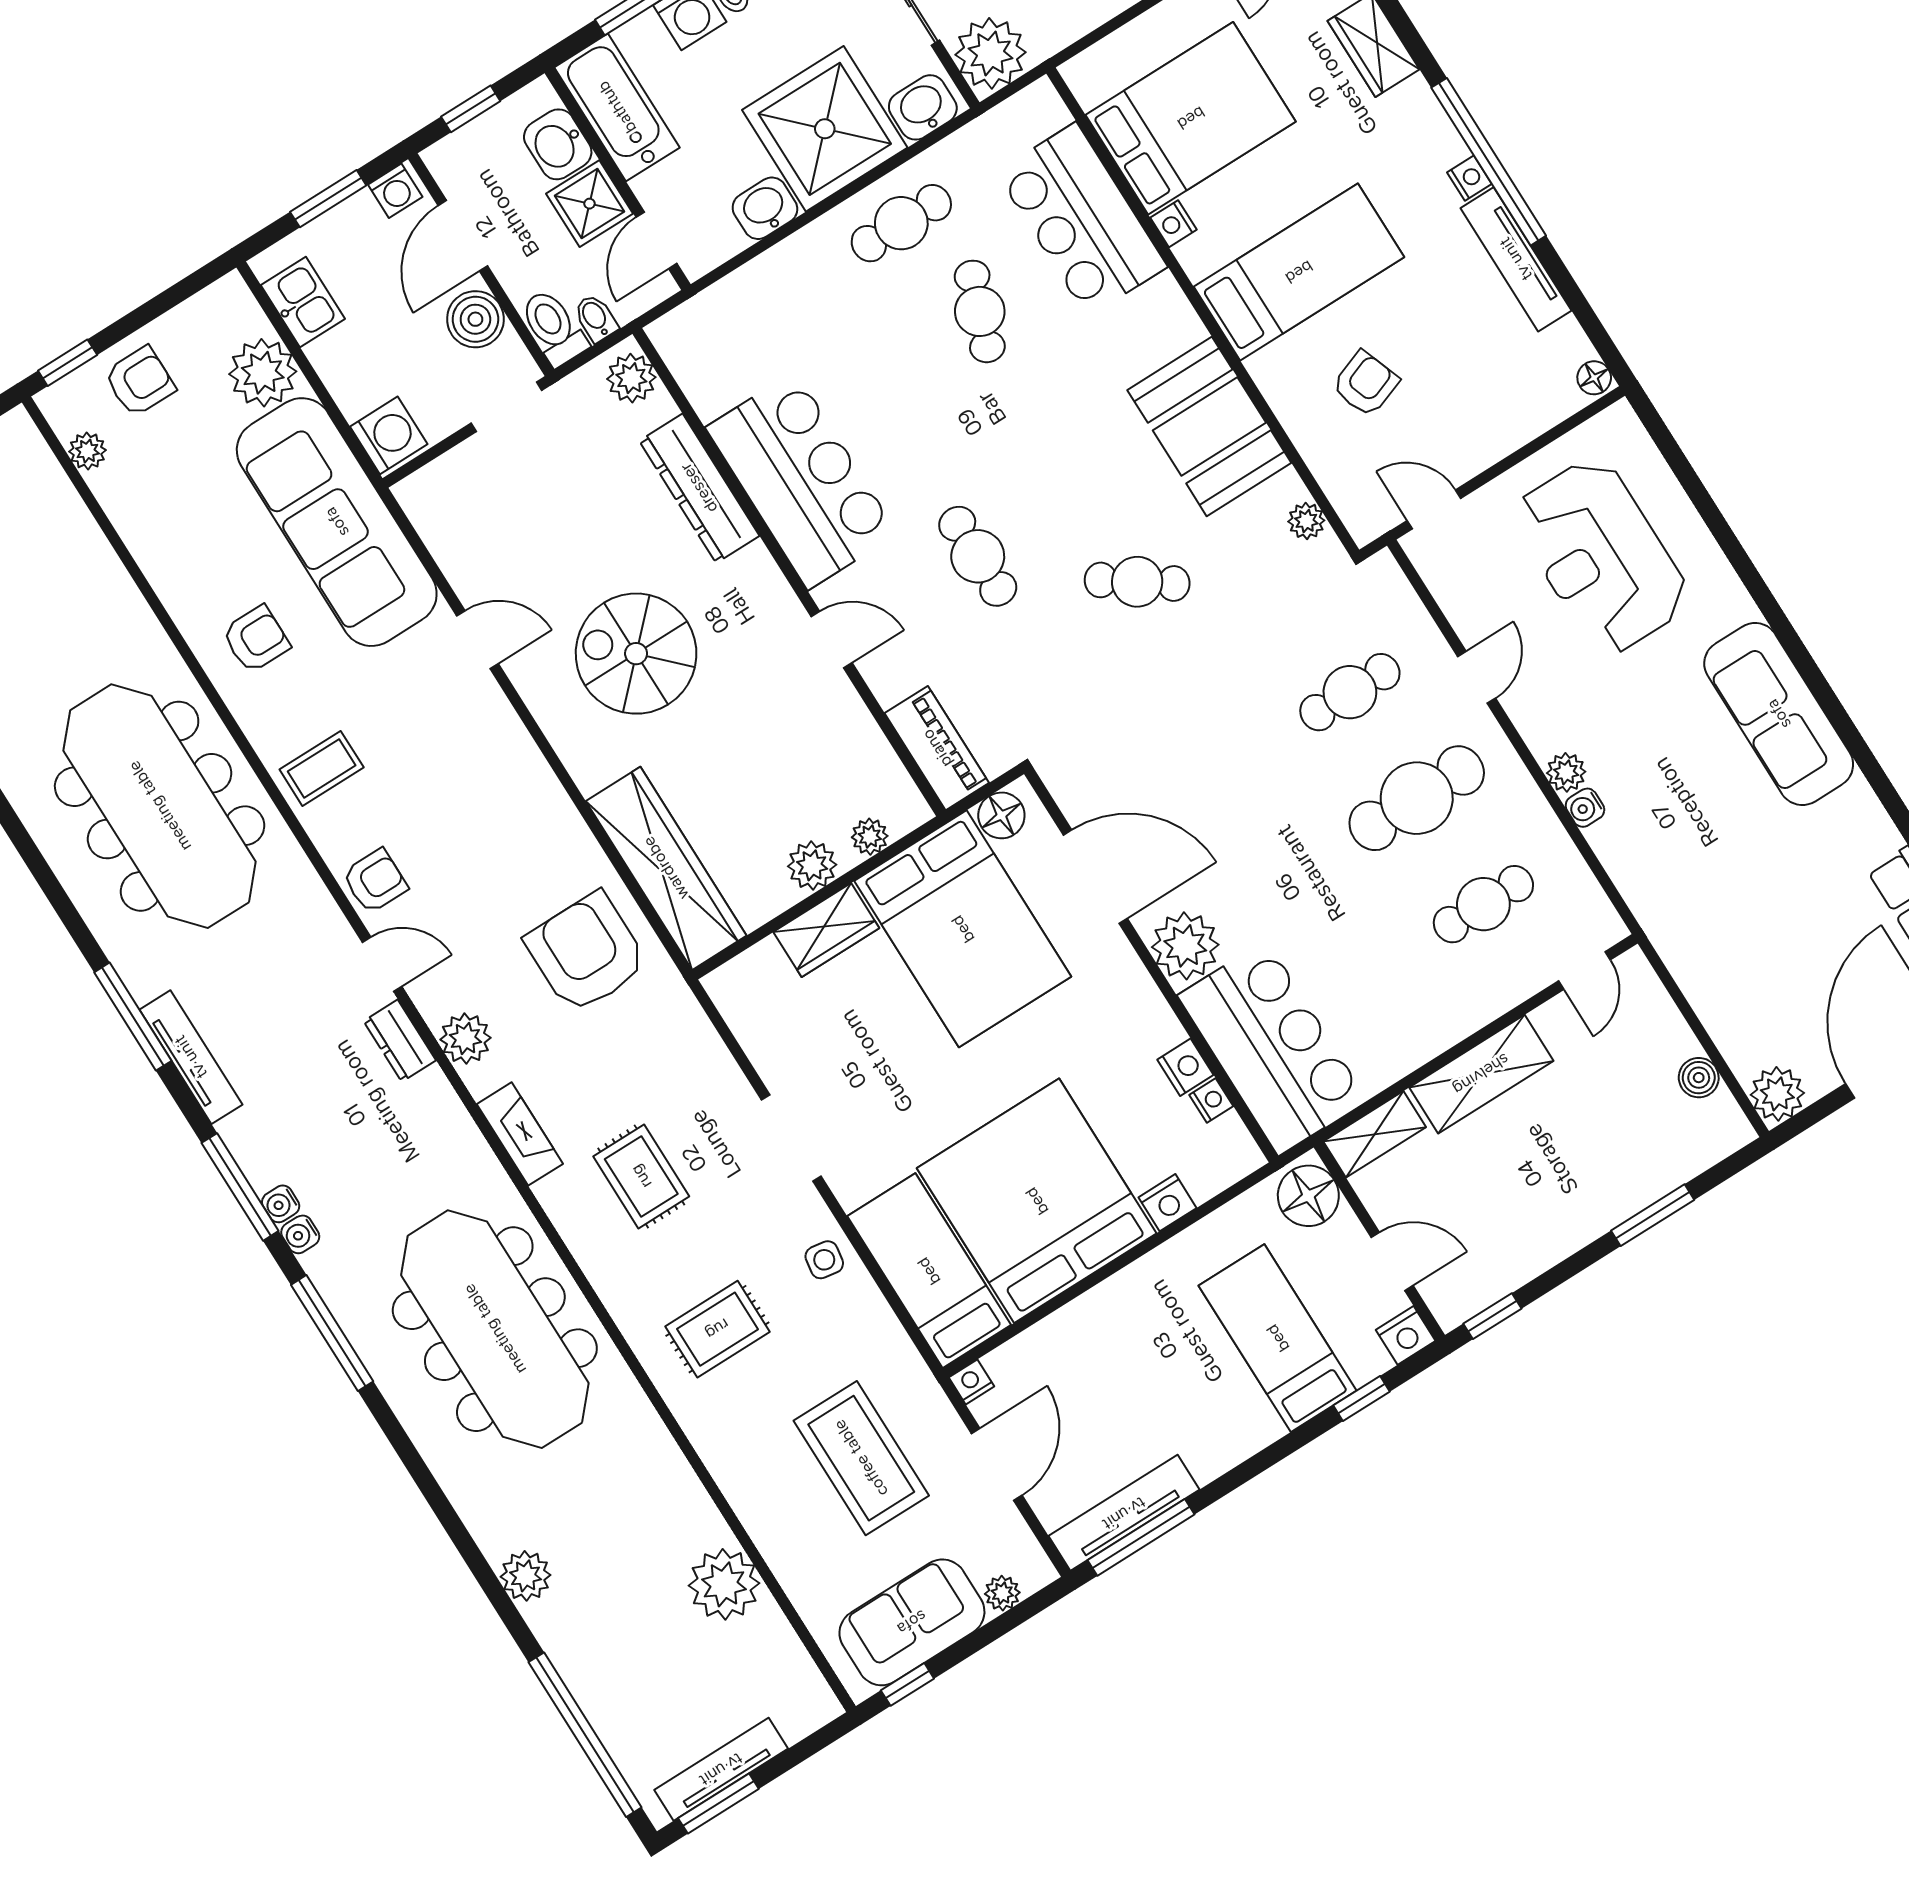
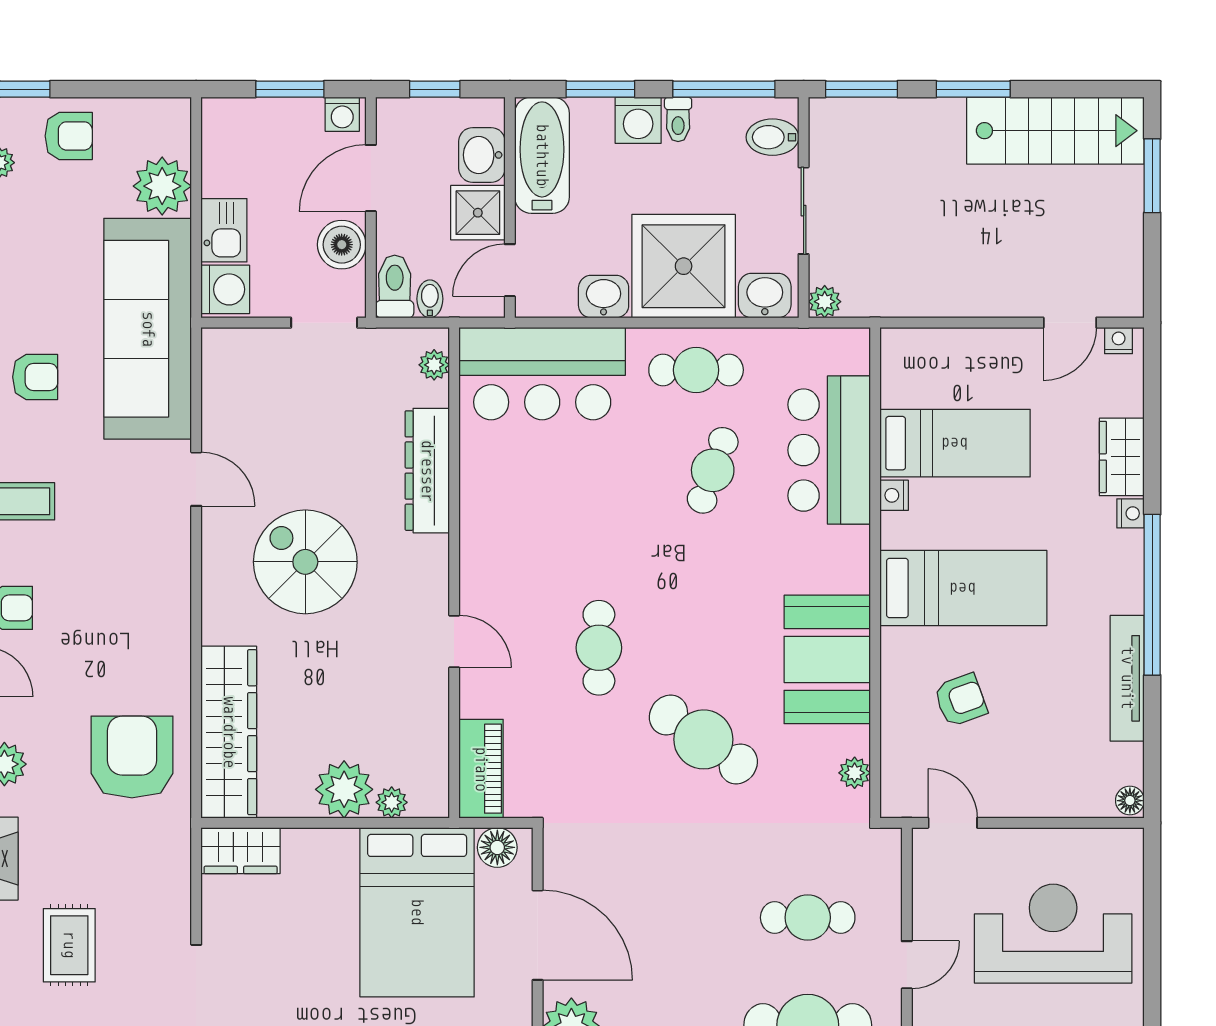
plant: (991, 53) -> (825, 302), width x0.53, depth x0.53
bed: (1191, 118) -> (955, 443), width x0.67
nightstand: (1469, 178) -> (1131, 513), moved
kitchen sink: (303, 302) -> (224, 230), moved
plant: (631, 378) -> (434, 365), width x0.73, depth x0.73
bar counter: (801, 481) -> (542, 374), moved, turned 90
reception desk: (1601, 556) -> (1053, 934), turned 90
cafe table: (1137, 582) -> (703, 739), width x1.37, depth x1.35
plant: (812, 865) -> (344, 789), width x1.36, depth x1.36
wardrobe: (826, 930) -> (241, 851), moved

